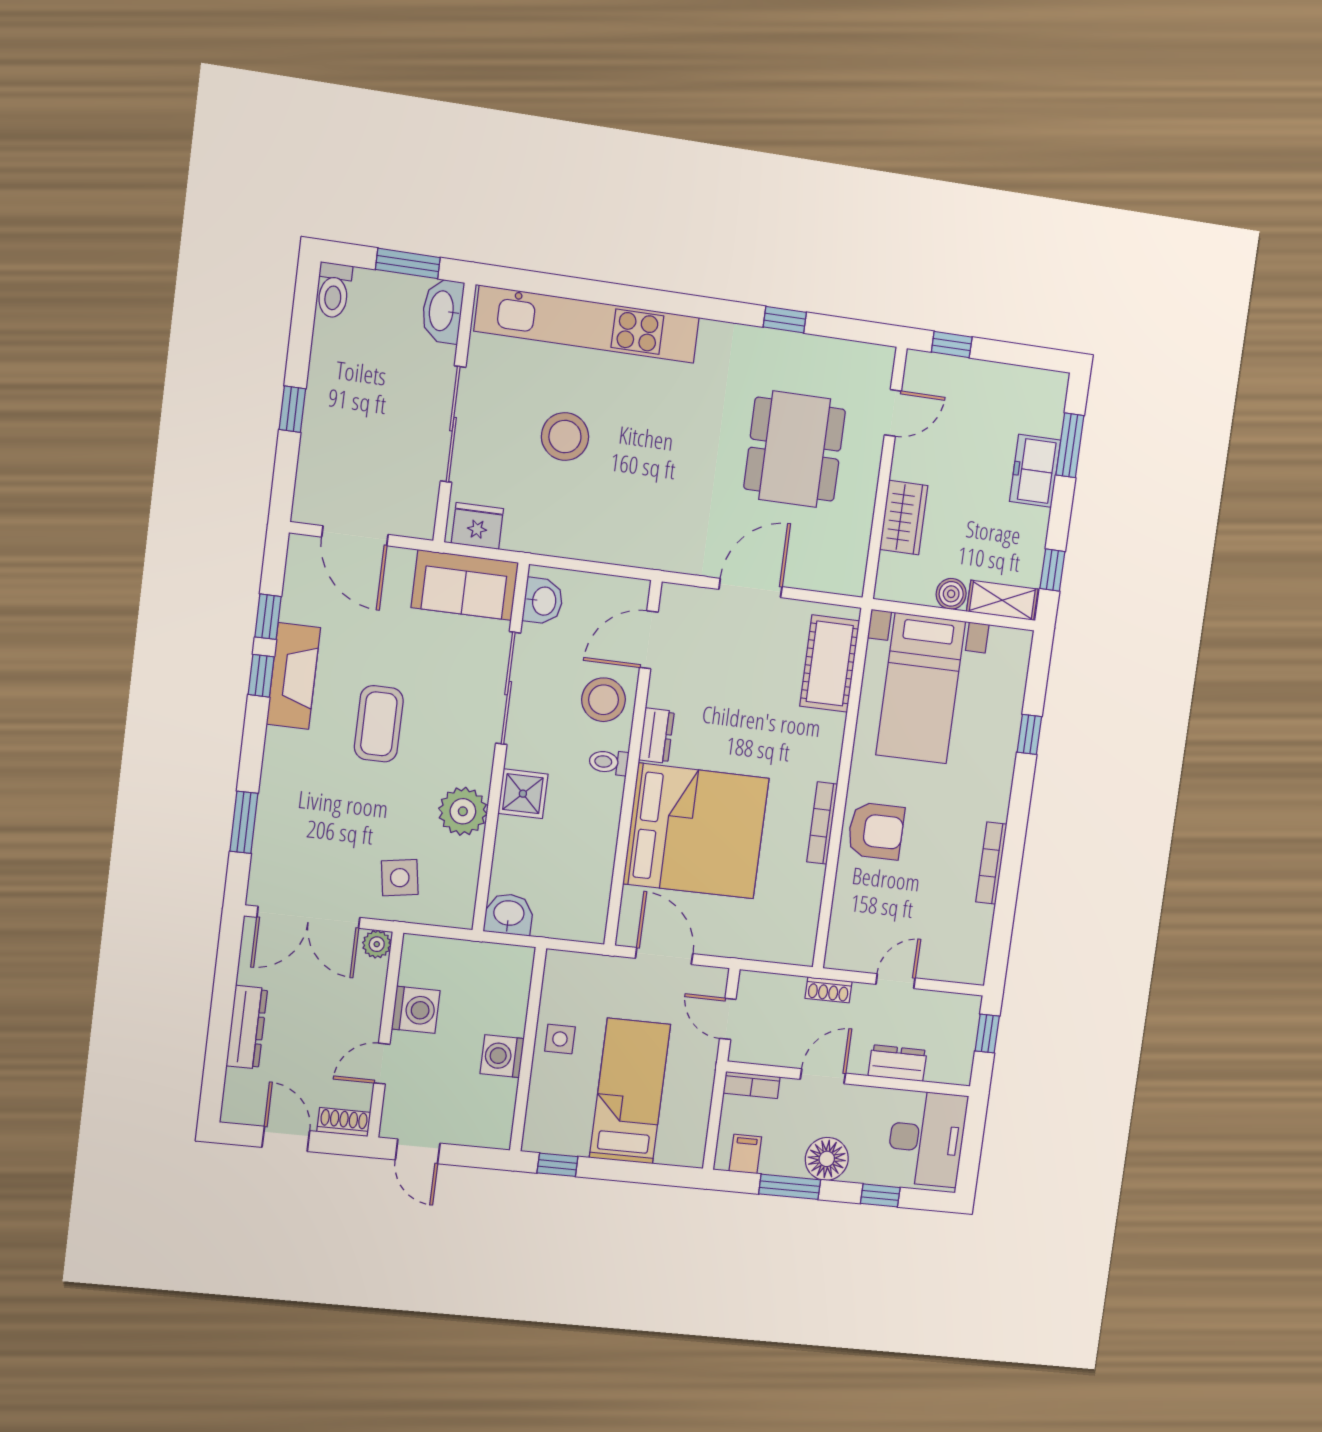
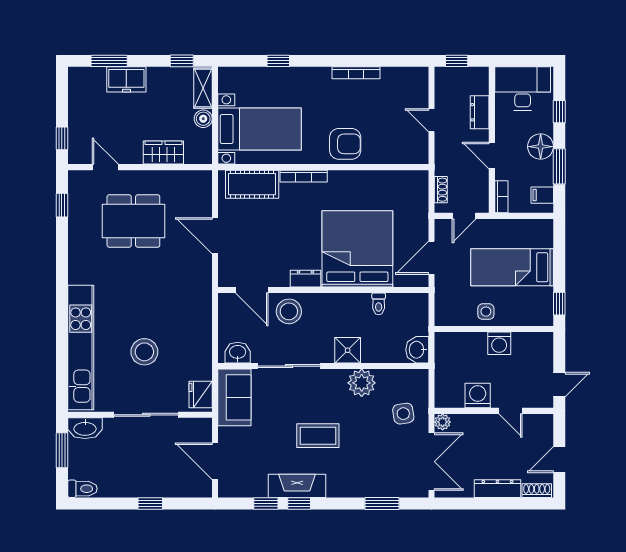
window: (785, 320) -> (62, 205), moved
door: (355, 536) -> (215, 461), swing flipped
toilet: (609, 762) -> (379, 304), moved
bookcase: (822, 823) -> (304, 176), moved
armchair: (876, 831) -> (345, 144), turned 90
shoe rack: (828, 990) -> (441, 190), moved
shoe rack: (344, 1122) -> (537, 491), moved, turned 90

